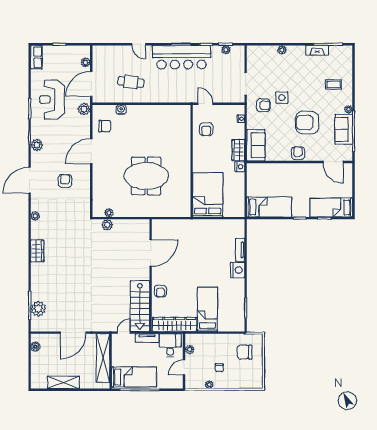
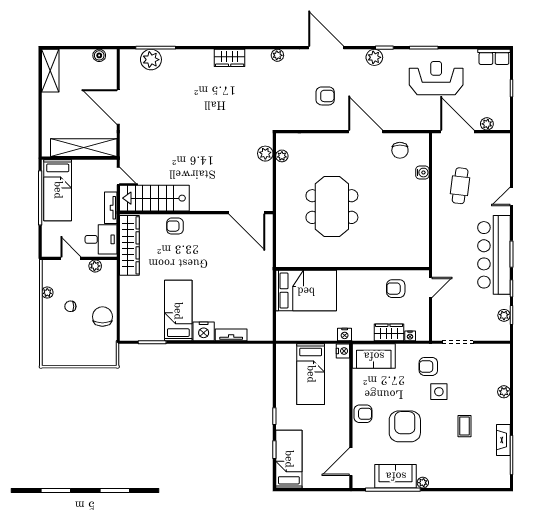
coffee table: (334, 84) -> (464, 426), moved
armchair: (263, 105) -> (428, 366), turned 90
plant: (84, 109) -> (423, 122), removed
wardrobe: (238, 150) -> (389, 332), moved
nightstand: (252, 168) -> (343, 351), added
bed: (269, 207) -> (311, 374), moved
door: (151, 253) -> (247, 213), moved
bed: (207, 309) -> (178, 311), moved, turned -90
chair: (245, 352) -> (102, 317), moved
shelving: (63, 382) -> (50, 71), moved

